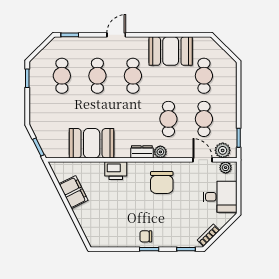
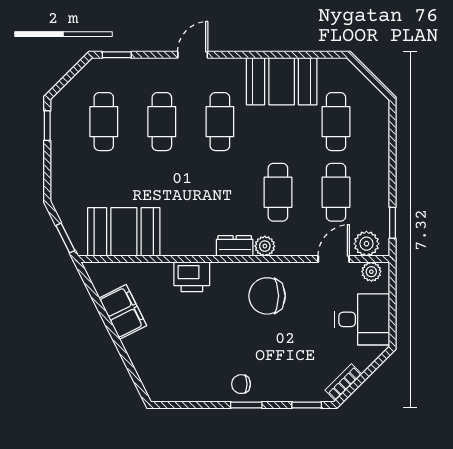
booth: (92, 143) -> (124, 232), moved
door: (203, 160) -> (334, 259), hinge flipped
chair: (162, 182) -> (267, 296), turned 90

